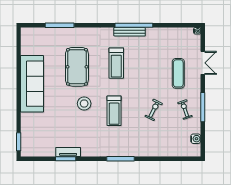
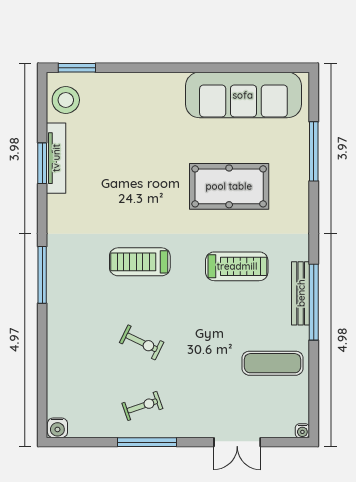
treadmill: (116, 63) -> (237, 266), turned 180
exercise mat: (178, 73) -> (272, 363), moved
sofa: (32, 84) -> (243, 95), moved
stool: (84, 104) -> (66, 100), moved
water cooler: (196, 139) -> (57, 428), moved
tv unit: (68, 152) -> (56, 158), width x1.41

